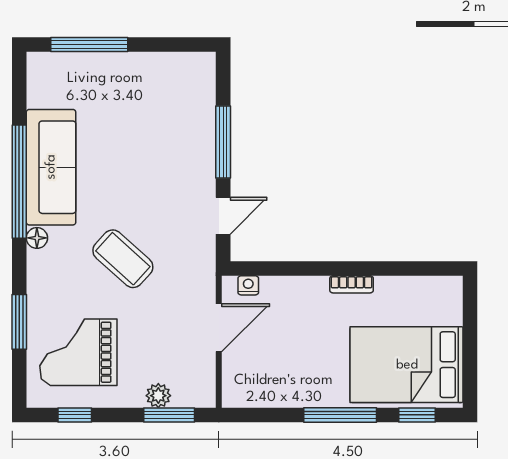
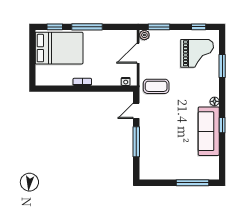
window: (19, 182) -> (222, 125), width x0.32
coffee table: (123, 259) -> (156, 86), moved, turned -42
door: (219, 328) -> (138, 53), moved
plant: (158, 396) -> (144, 35), moved

